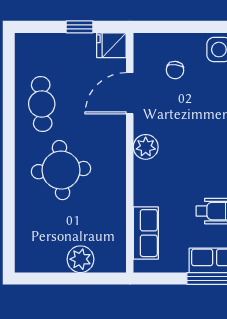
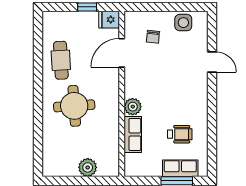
plant: (146, 147) -> (133, 107), moved
row of seats: (146, 233) -> (133, 134), moved

